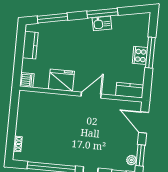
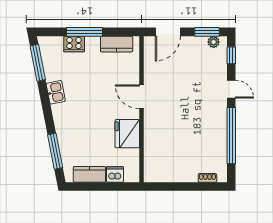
window: (102, 13) -> (38, 63), moved
cooker: (140, 55) -> (74, 44), moved
dishwasher: (27, 80) -> (115, 174), moved
kitchen counter: (130, 90) -> (117, 44), moved, turned -90

